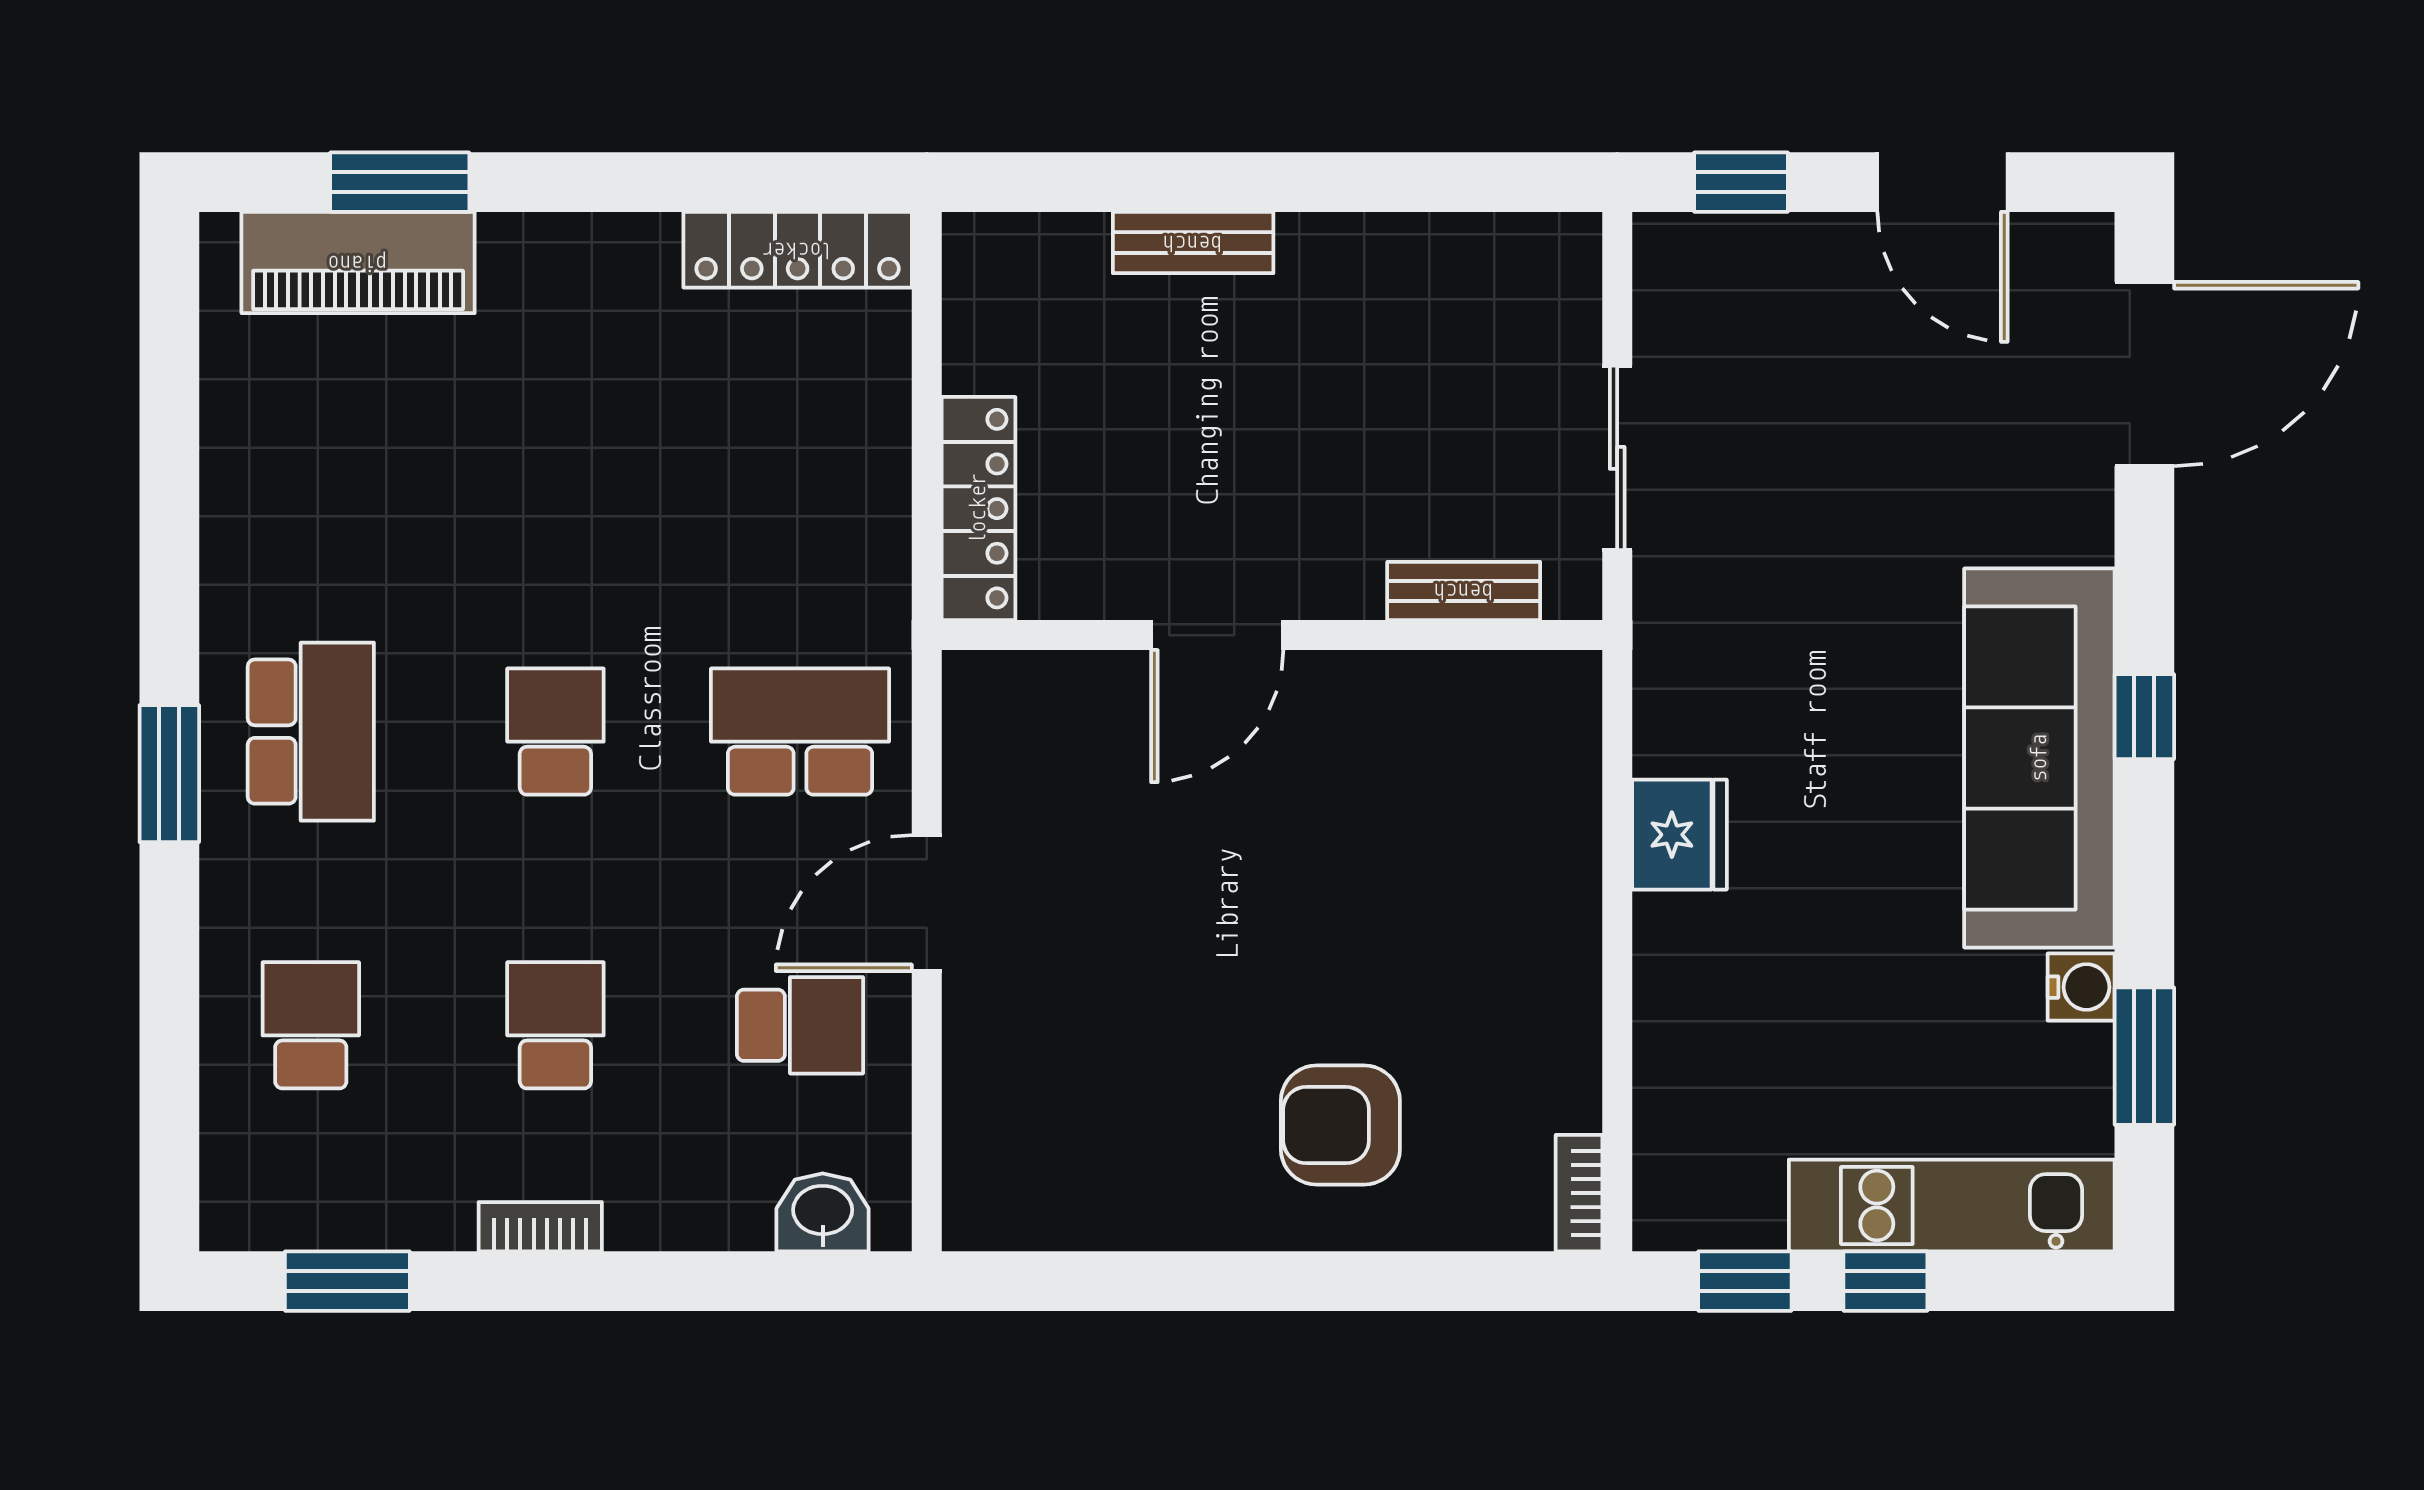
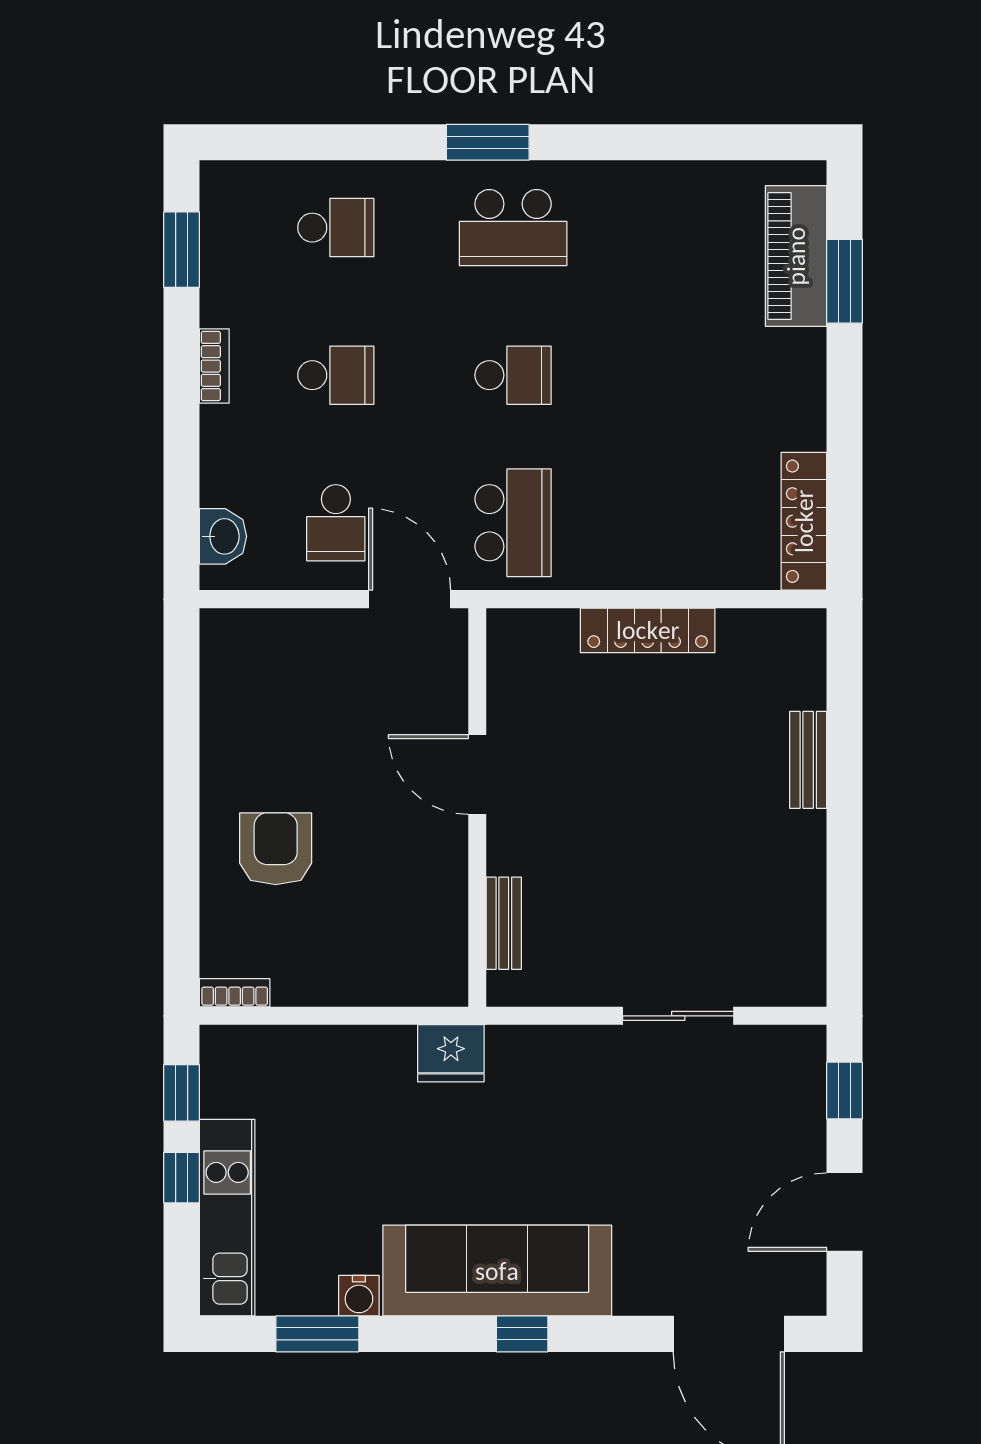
bench: (1464, 591) -> (504, 923), moved
door: (1217, 635) -> (477, 774), moved
wall: (1272, 635) -> (477, 807), moved

